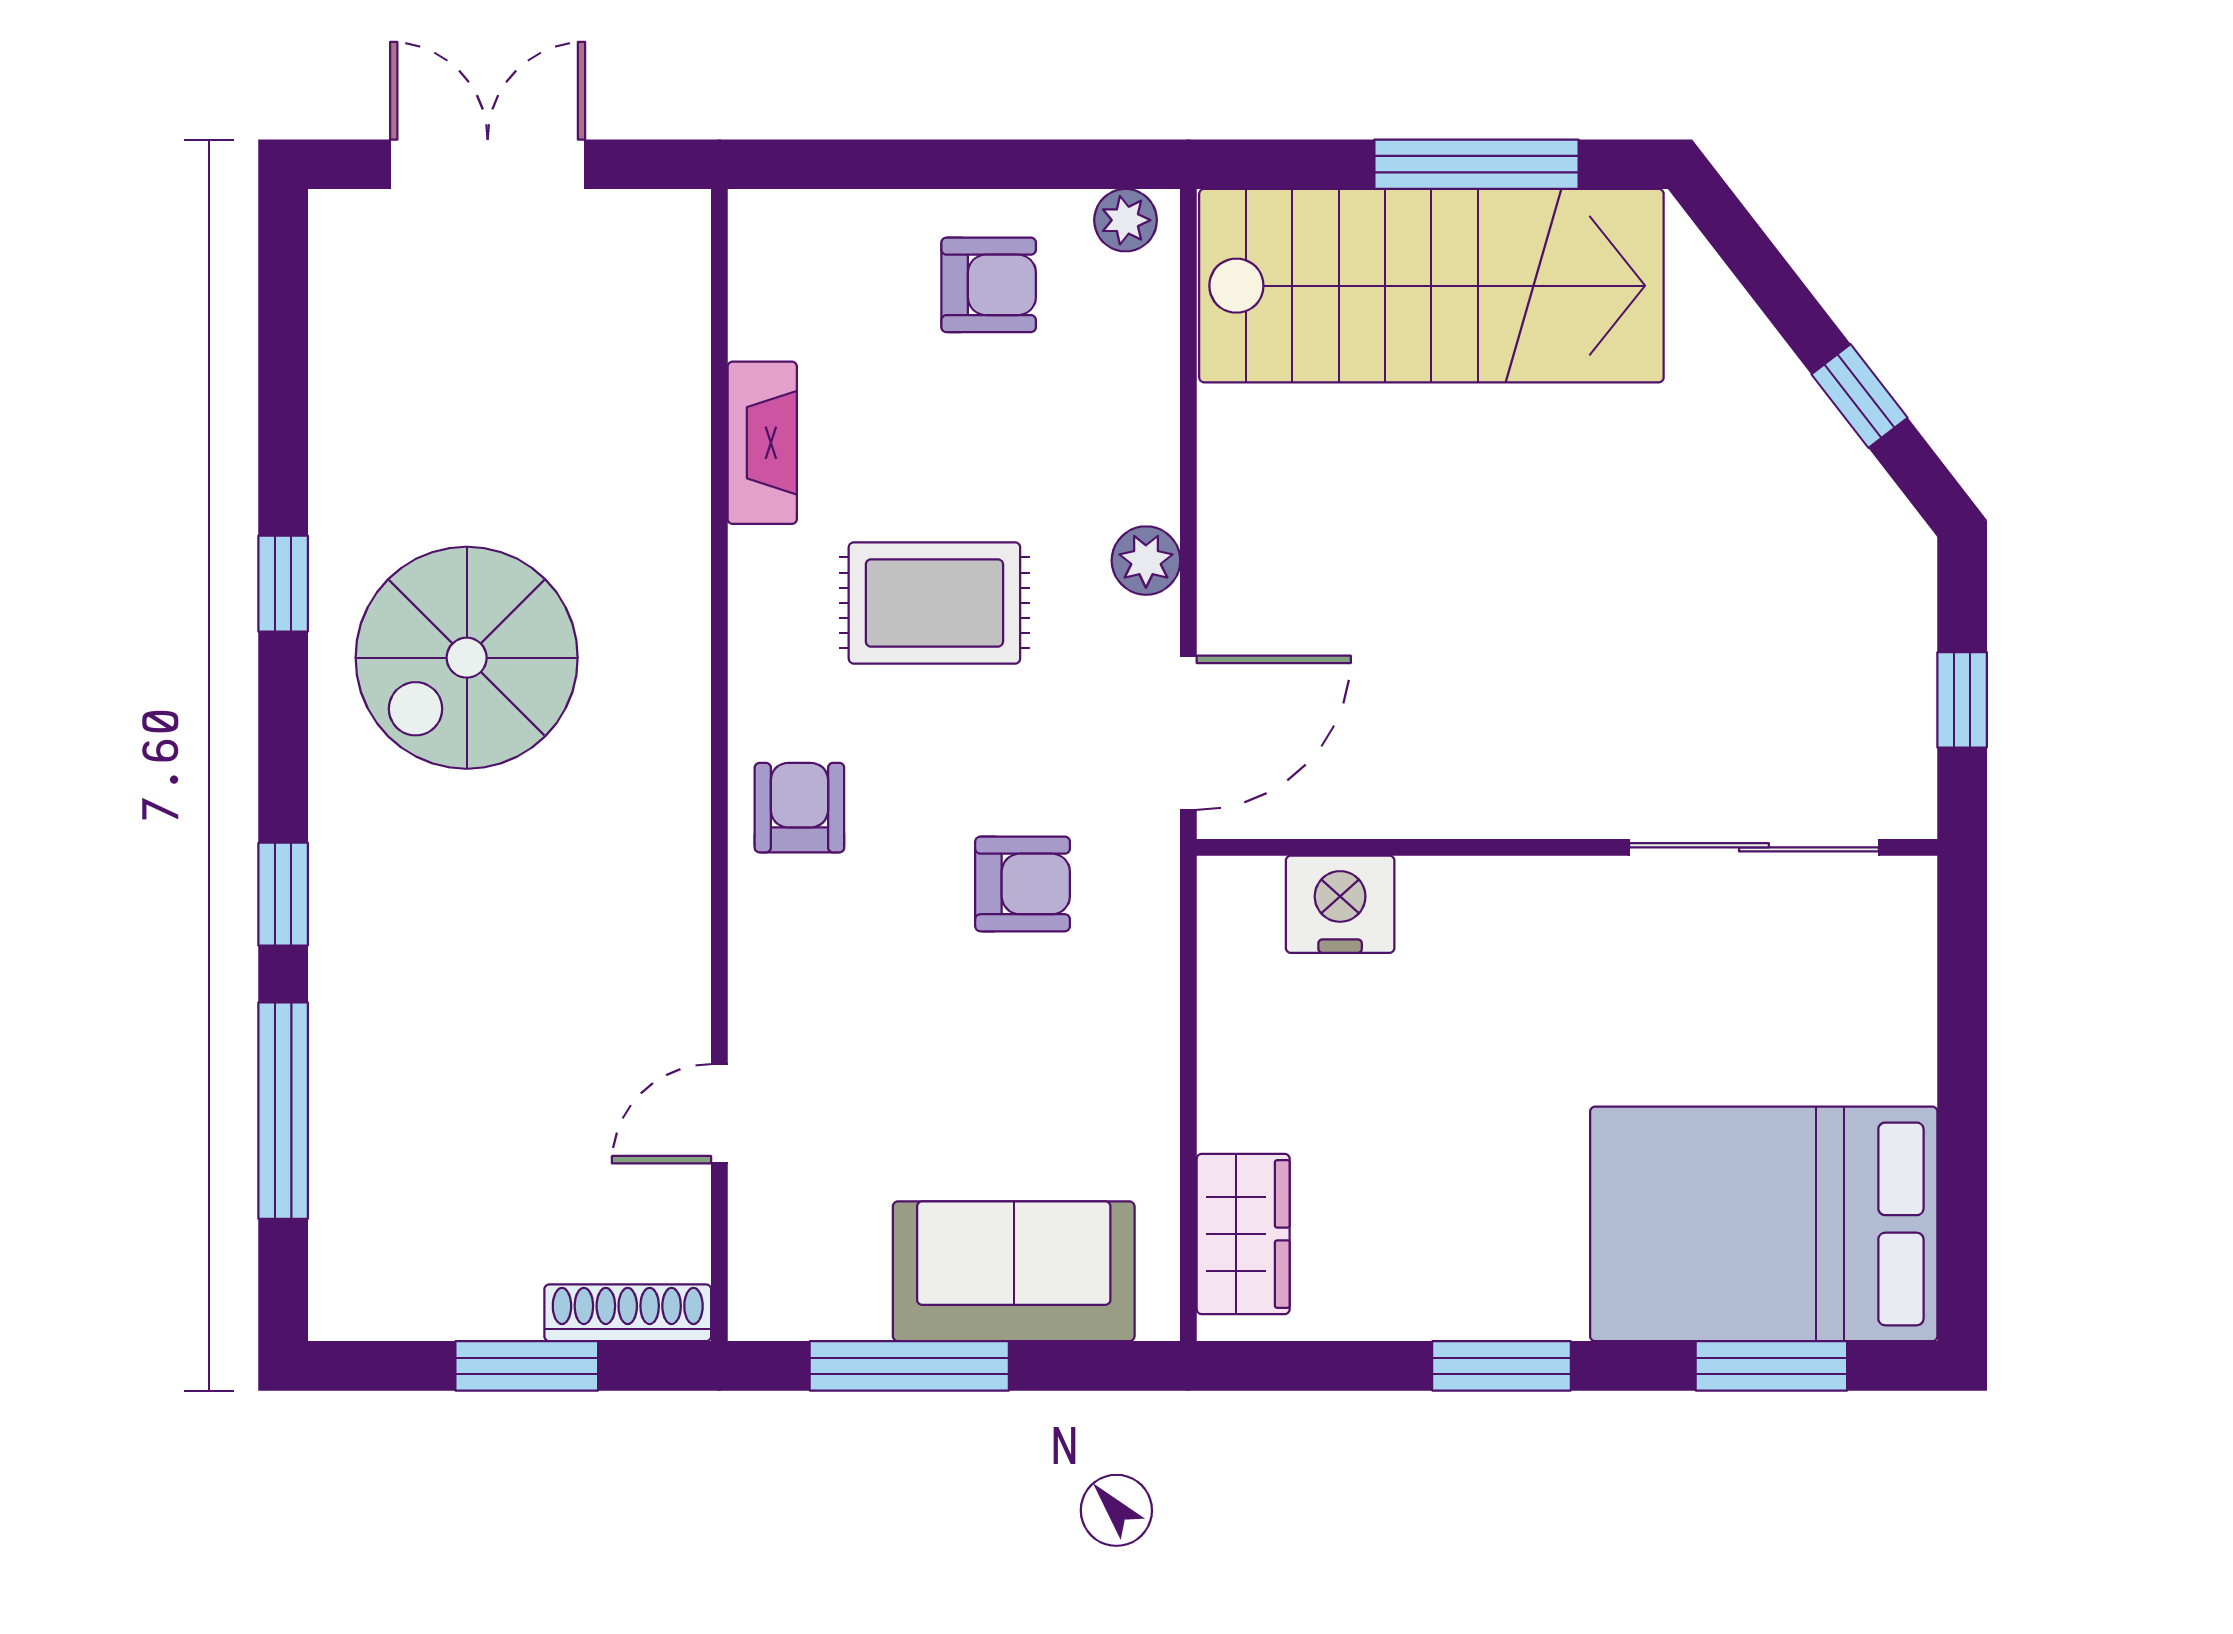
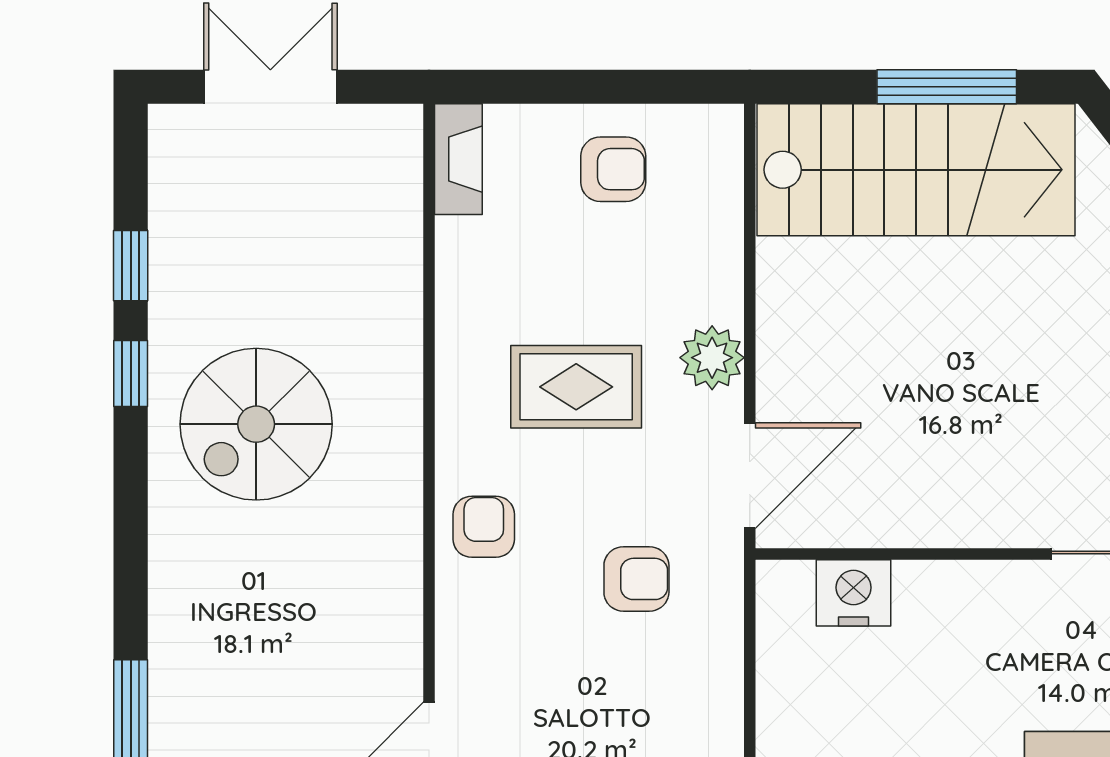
plant: (1126, 220) -> (707, 125), removed
fireplace: (762, 443) -> (458, 159), moved
plant: (1146, 561) -> (712, 358), width x1.38, depth x1.38
window: (283, 894) -> (131, 266), moved

